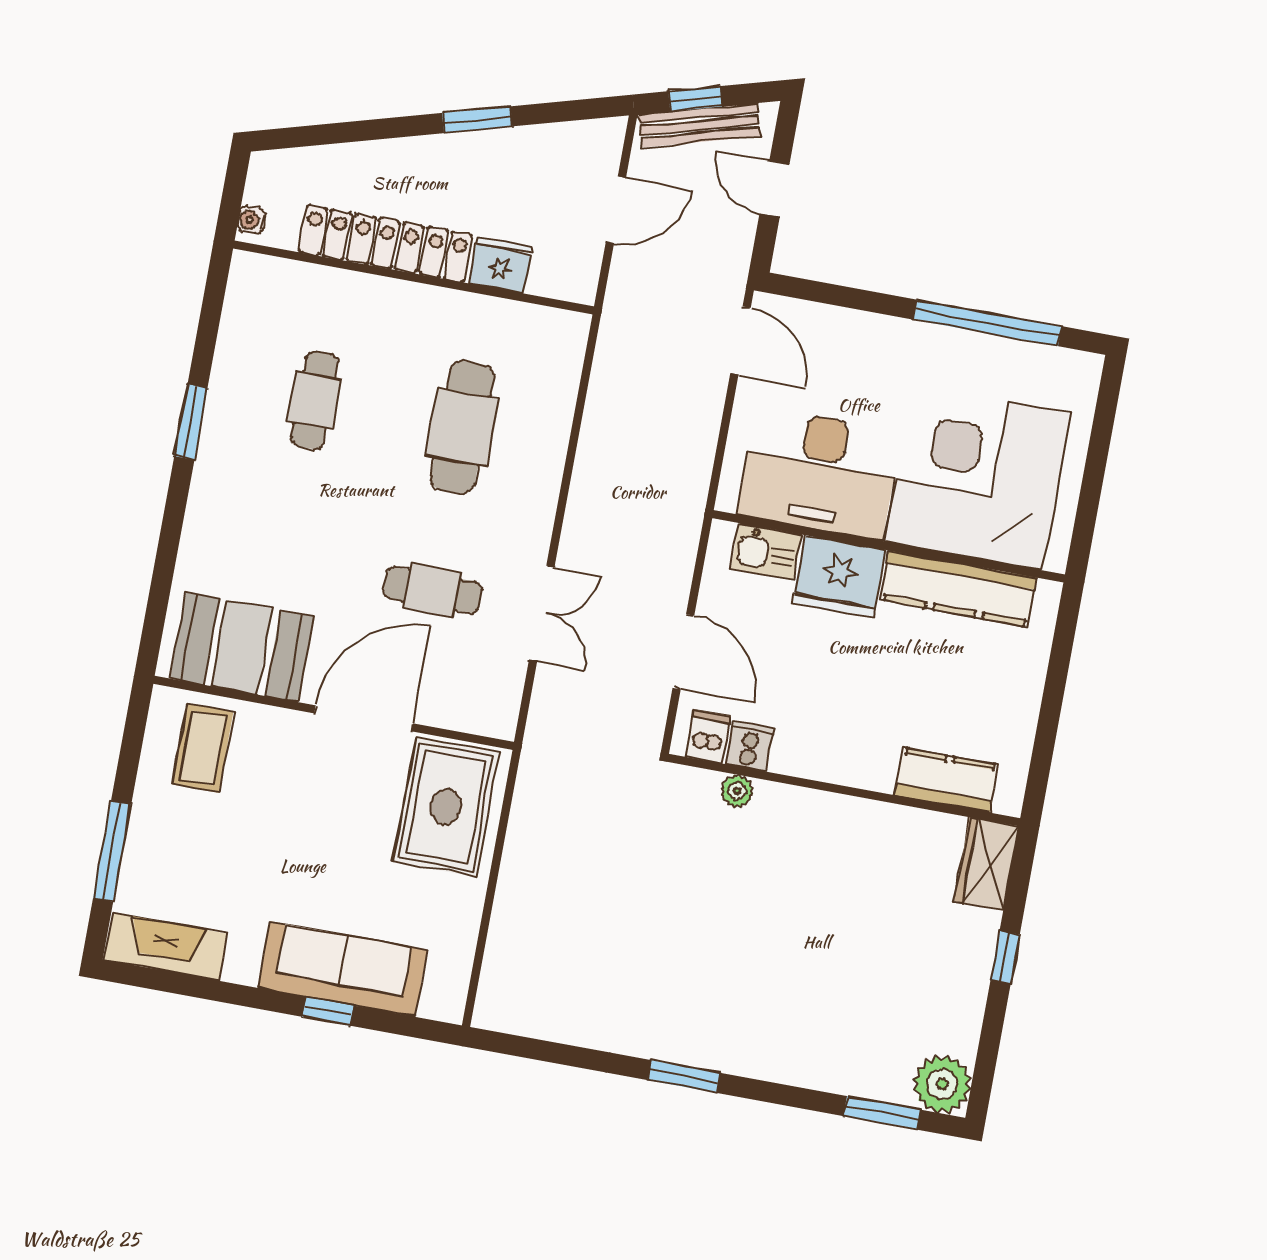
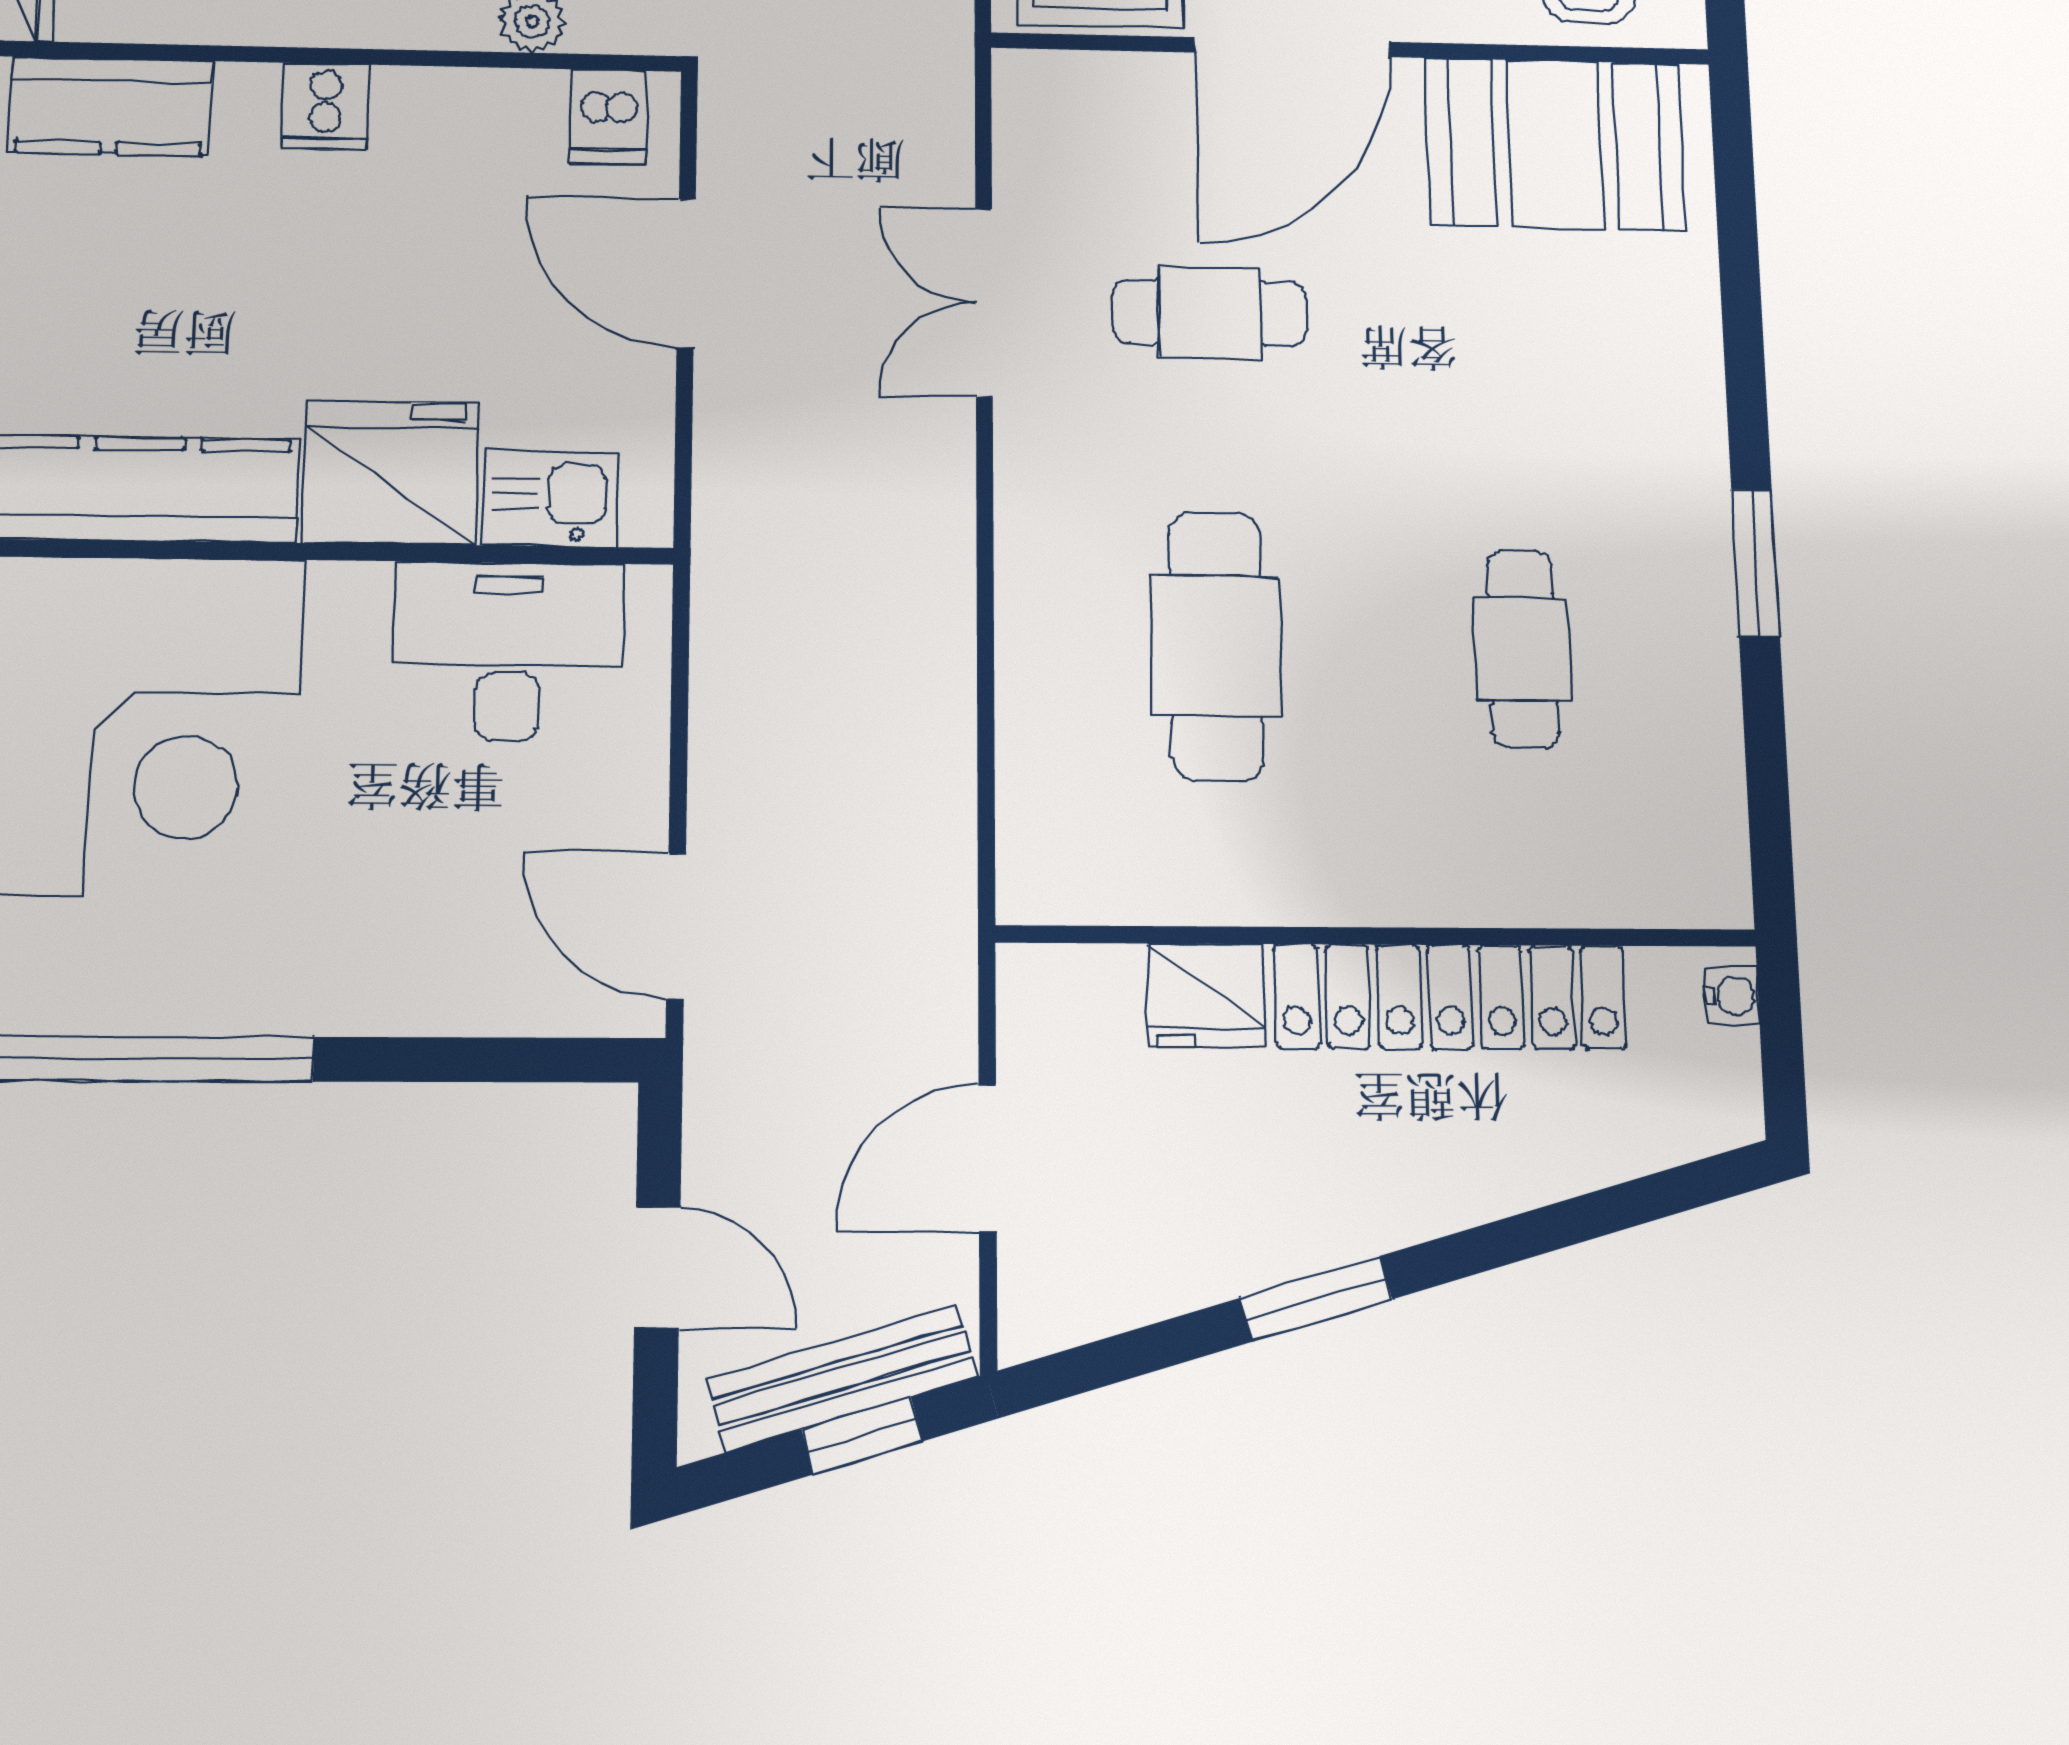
desk: (819, 473) -> (508, 651), width x0.73, depth x0.77
cooker: (750, 746) -> (325, 106), moved

